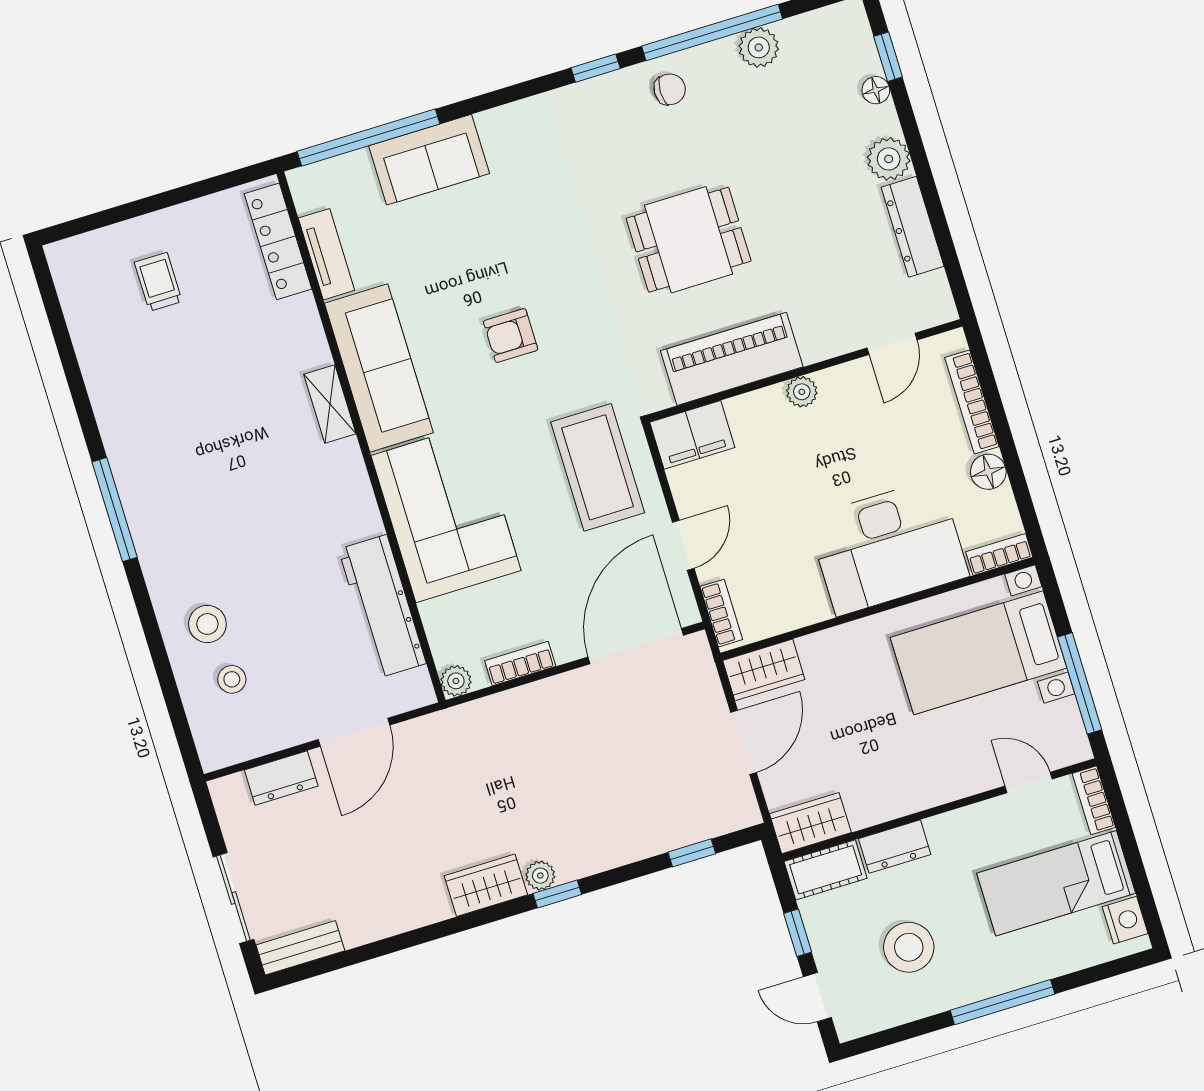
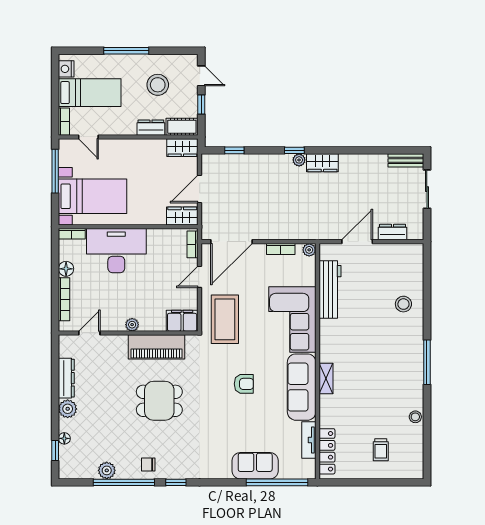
stool: (232, 679) -> (415, 417), moved

